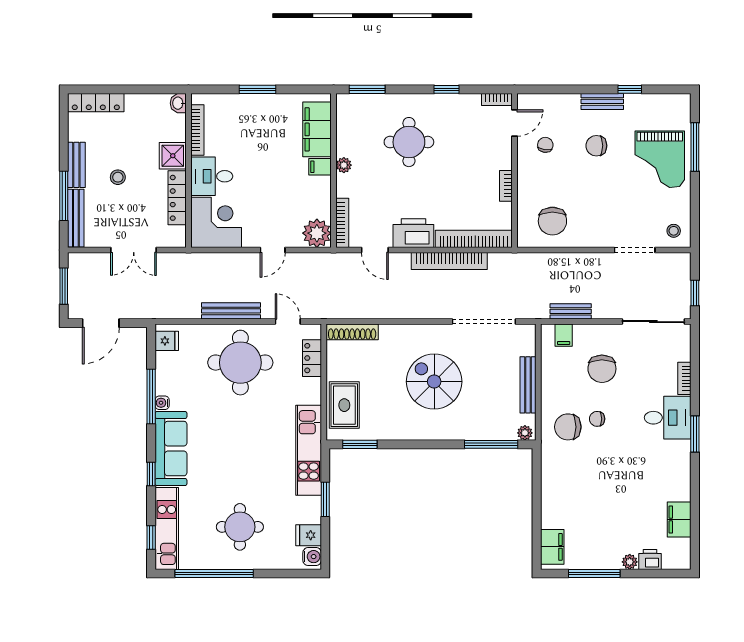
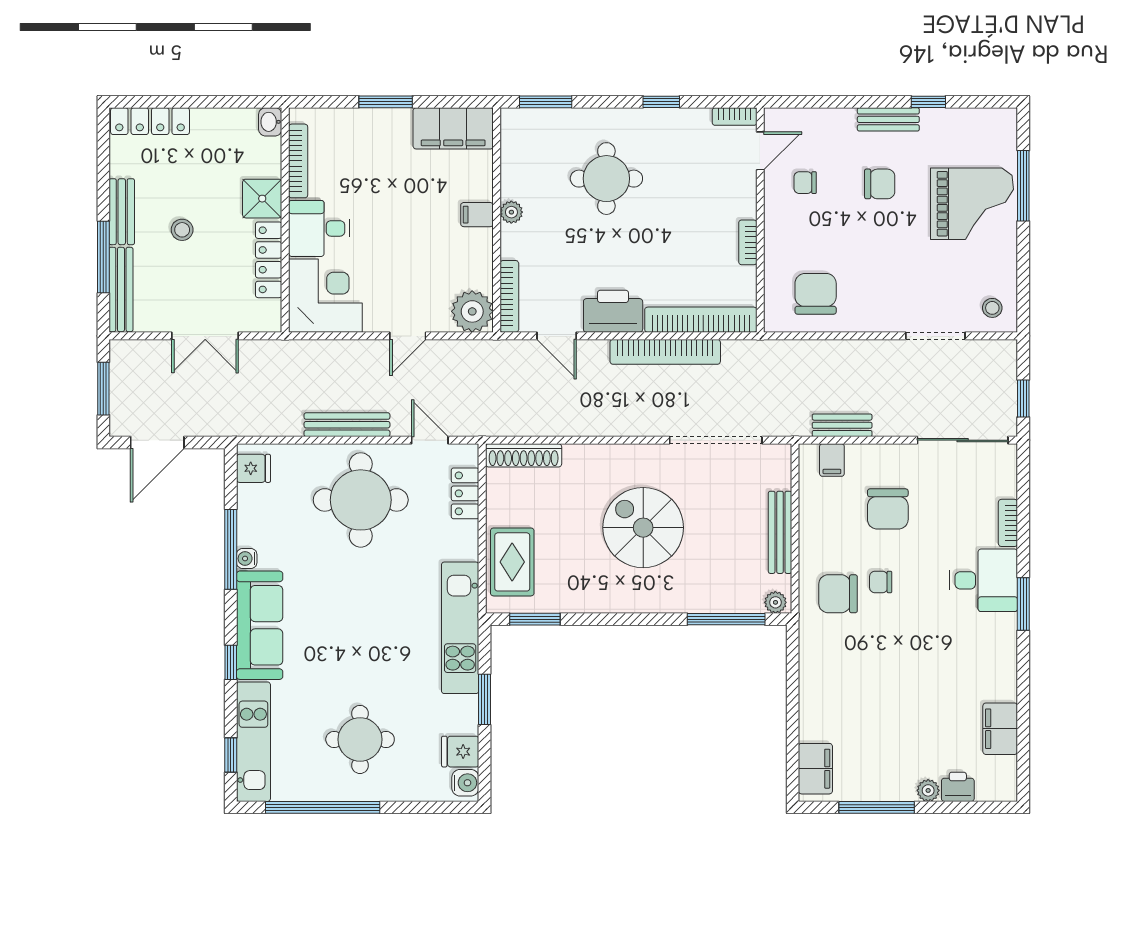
filing cabinet: (317, 129) -> (453, 128), moved, turned -90
chair: (545, 145) -> (805, 183), turned -98
chair: (596, 146) -> (880, 184), turned 180
grand piano: (660, 159) -> (972, 204), turned -90
chair: (552, 221) -> (816, 294), turned 180

